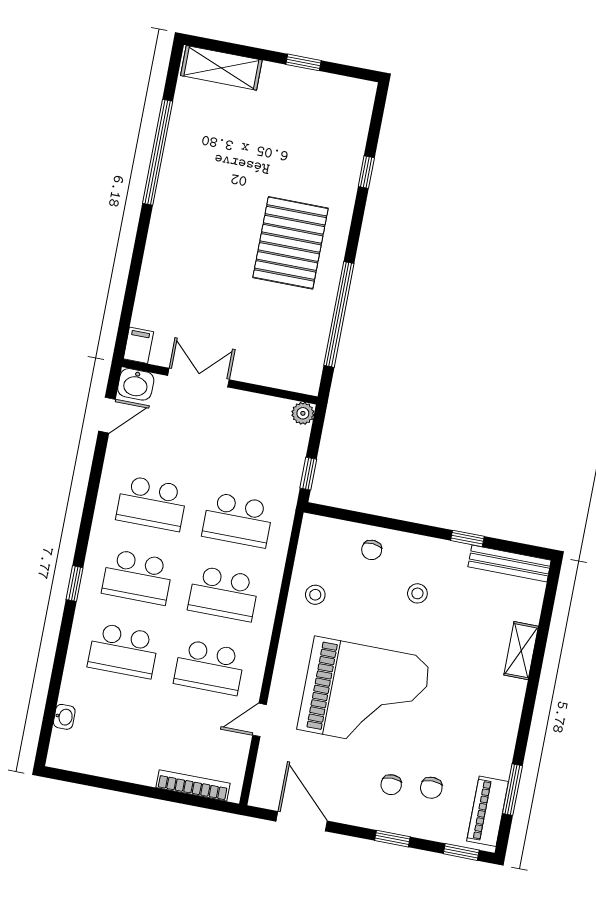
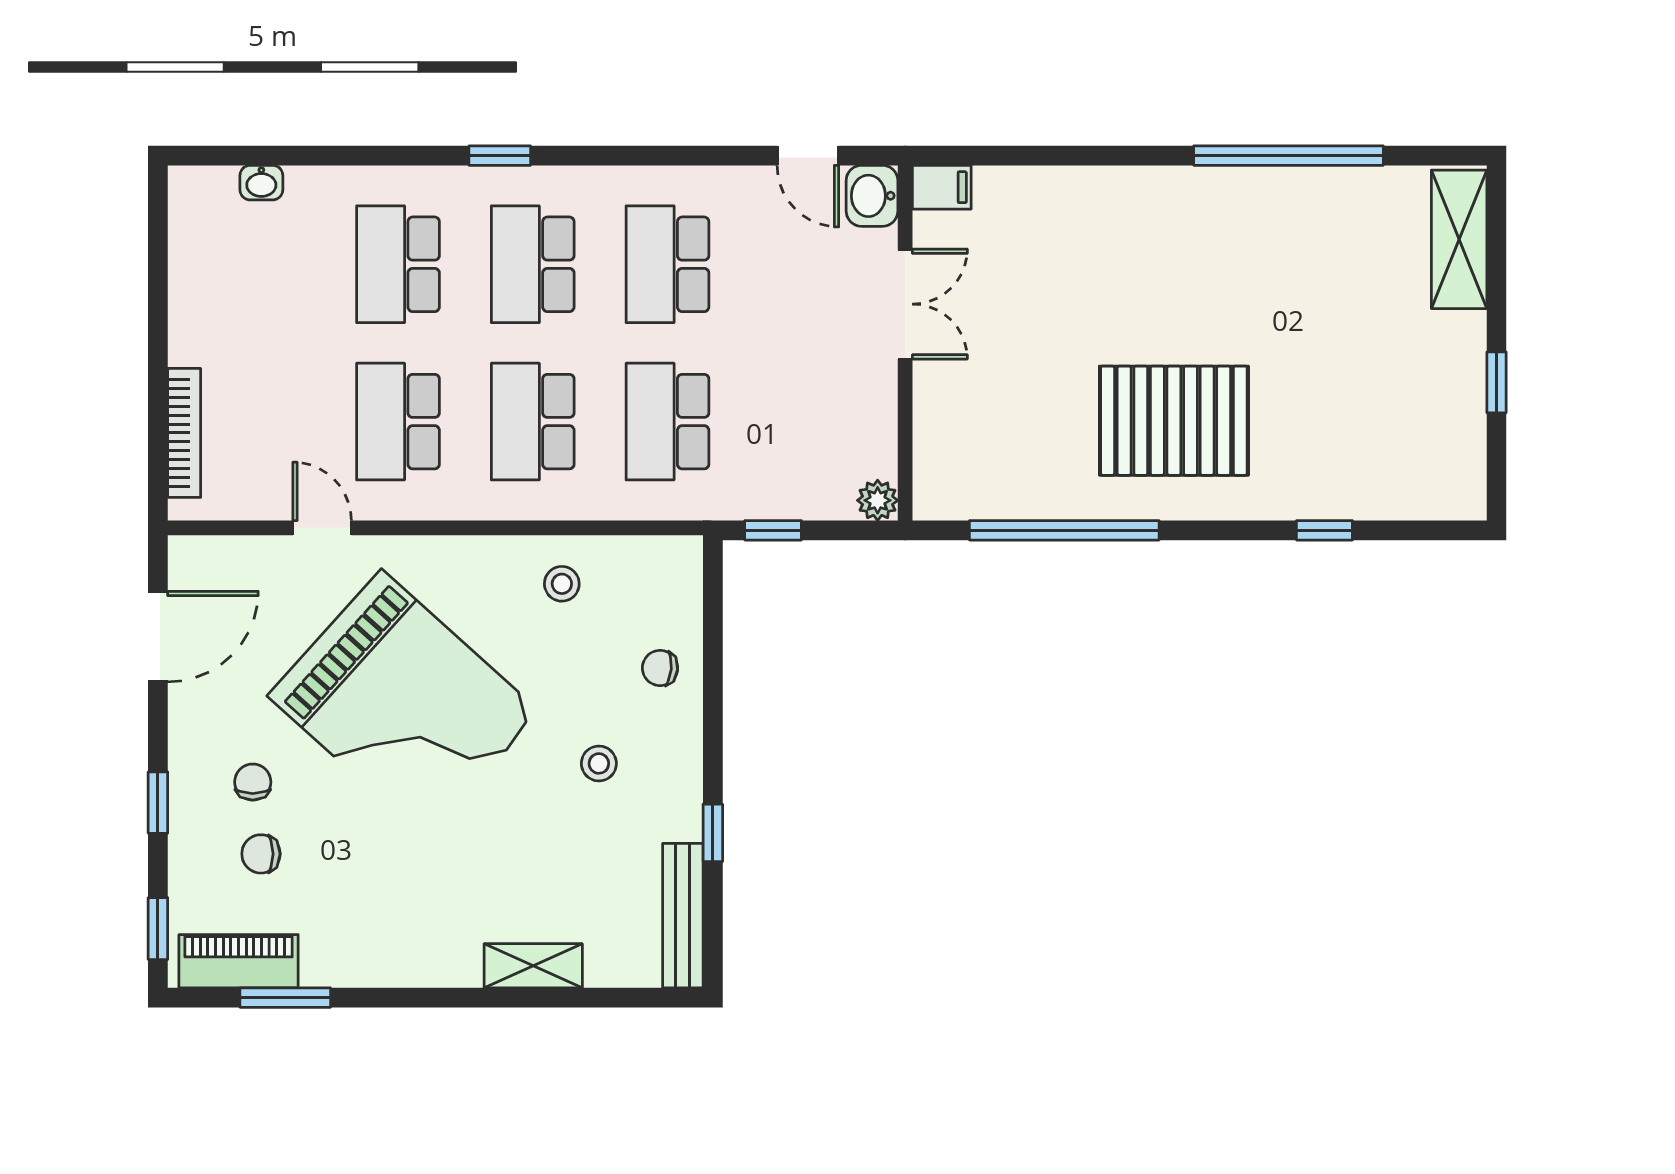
grand piano: (364, 694) -> (404, 704), turned -48
chair: (391, 785) -> (253, 782), turned 90

